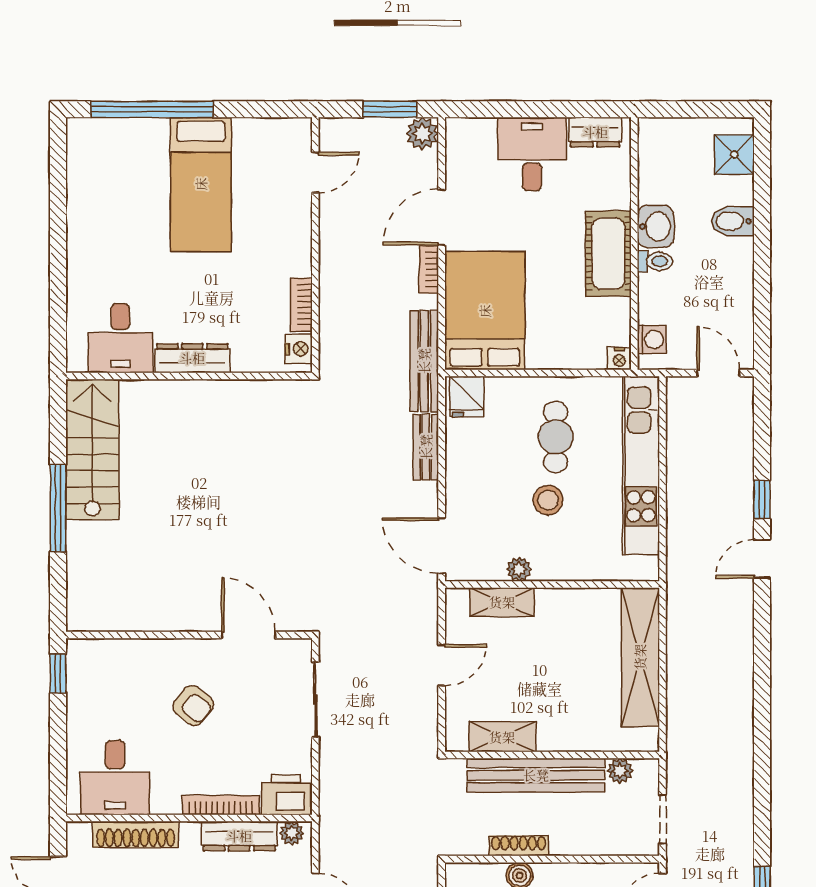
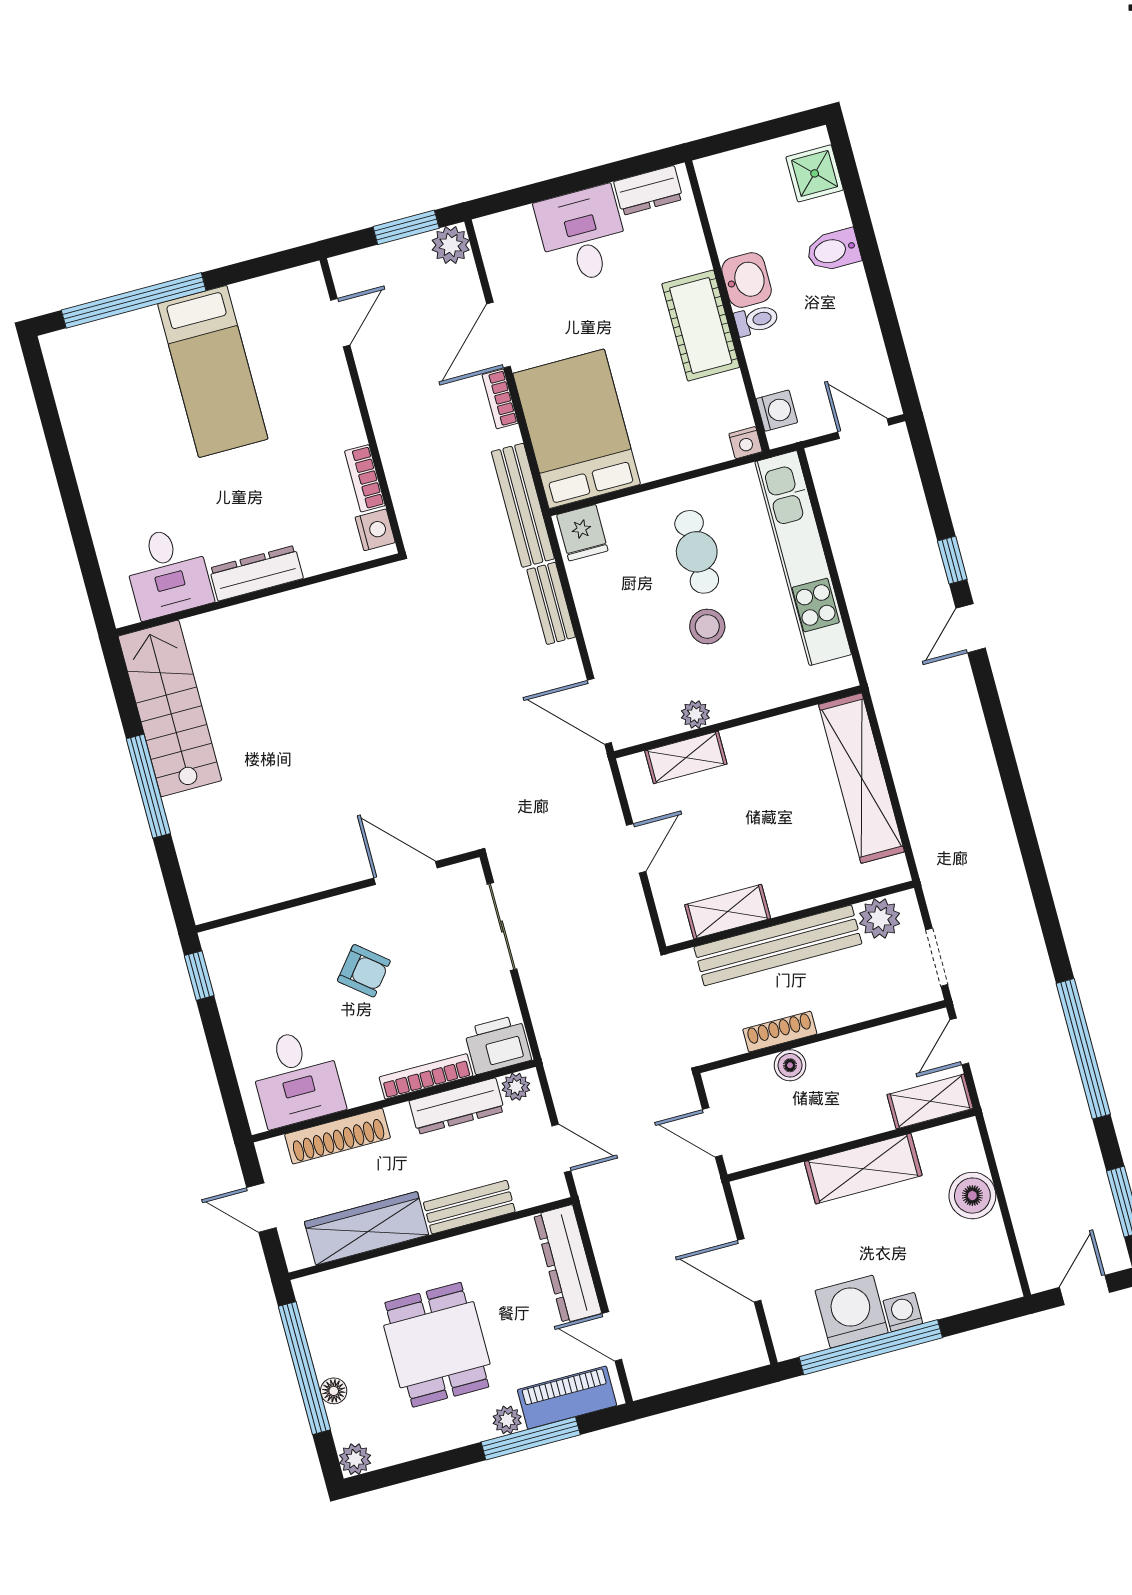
plant: (620, 771) -> (880, 919), width x1.38, depth x1.38

